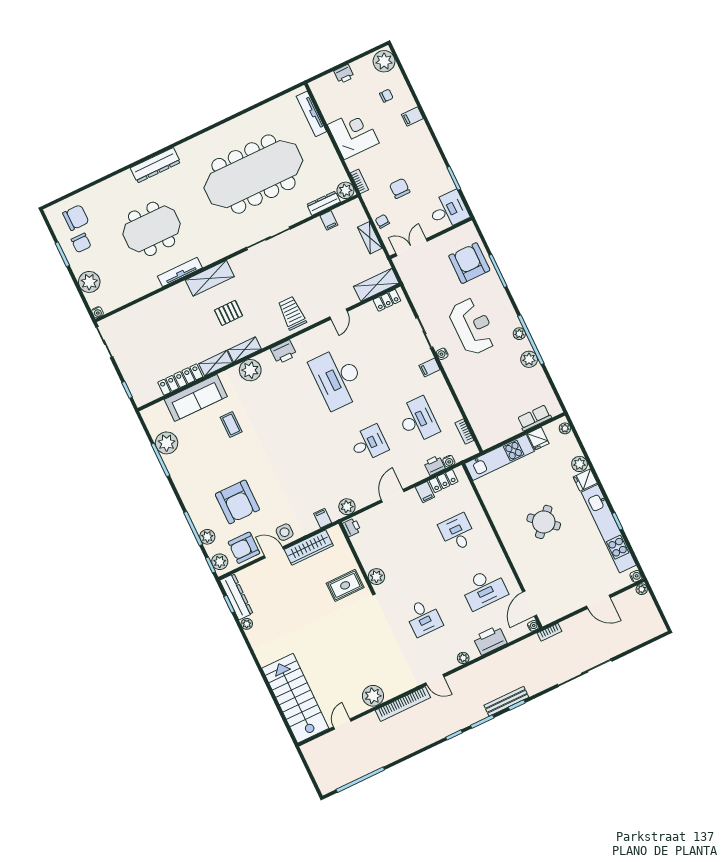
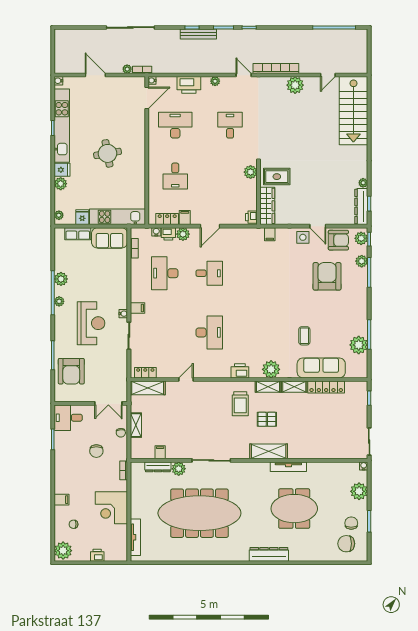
plant: (345, 190) -> (179, 469), moved
trolley: (292, 313) -> (240, 404), moved
reception desk: (473, 326) -> (91, 323), turned 180
desk: (338, 378) -> (209, 332), width x0.73, depth x0.77
sofa: (497, 430) -> (110, 238), added
desk: (369, 443) -> (209, 273), turned 180
plant: (347, 507) -> (183, 234), moved
round table: (544, 522) -> (107, 153), turned 38
wardrobe: (309, 548) -> (267, 206), moved, turned 90
plant: (642, 589) -> (127, 69), moved

